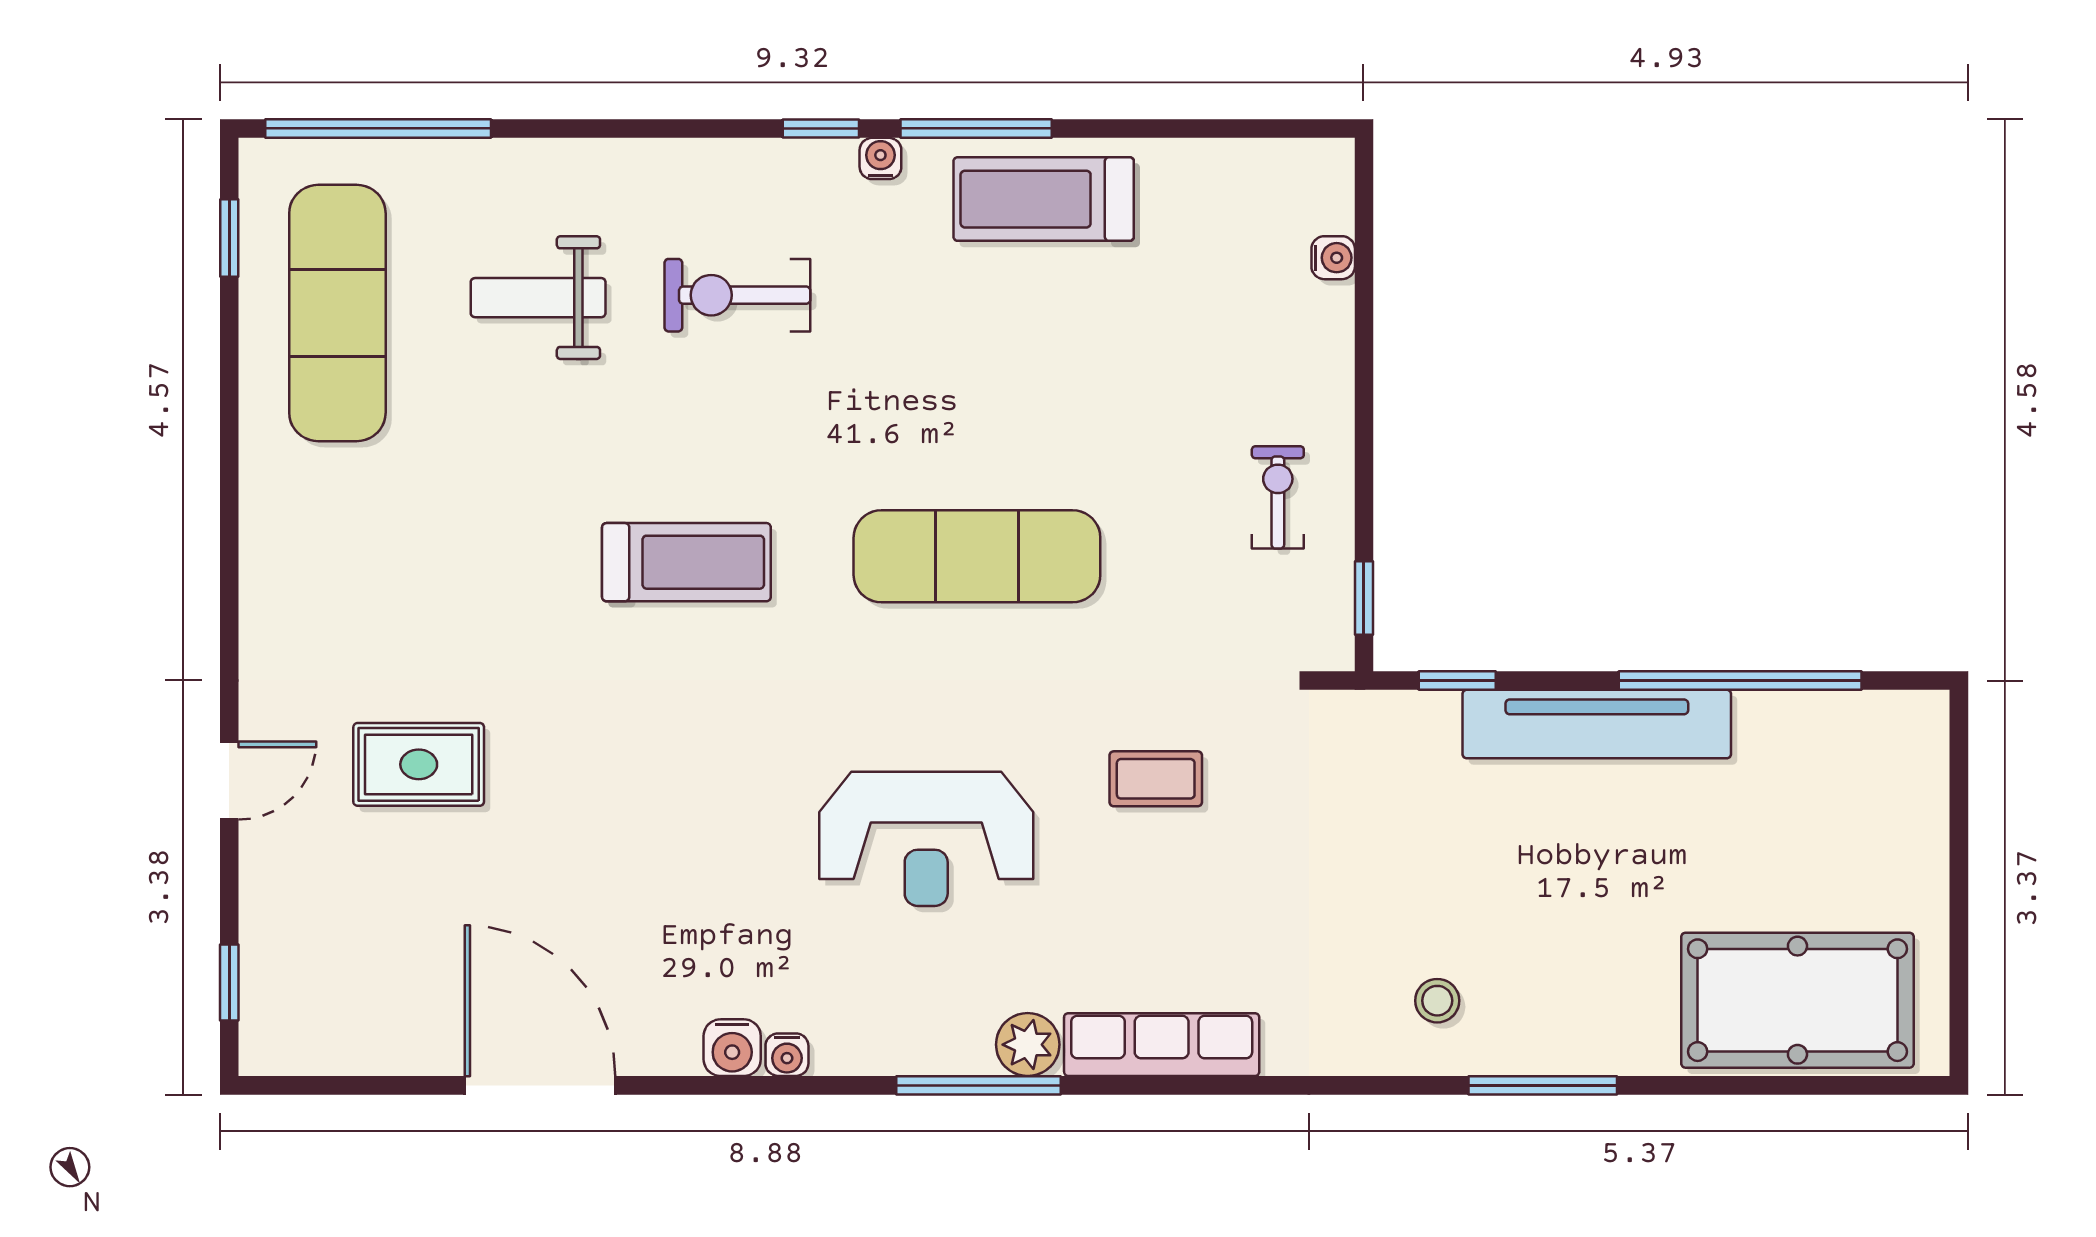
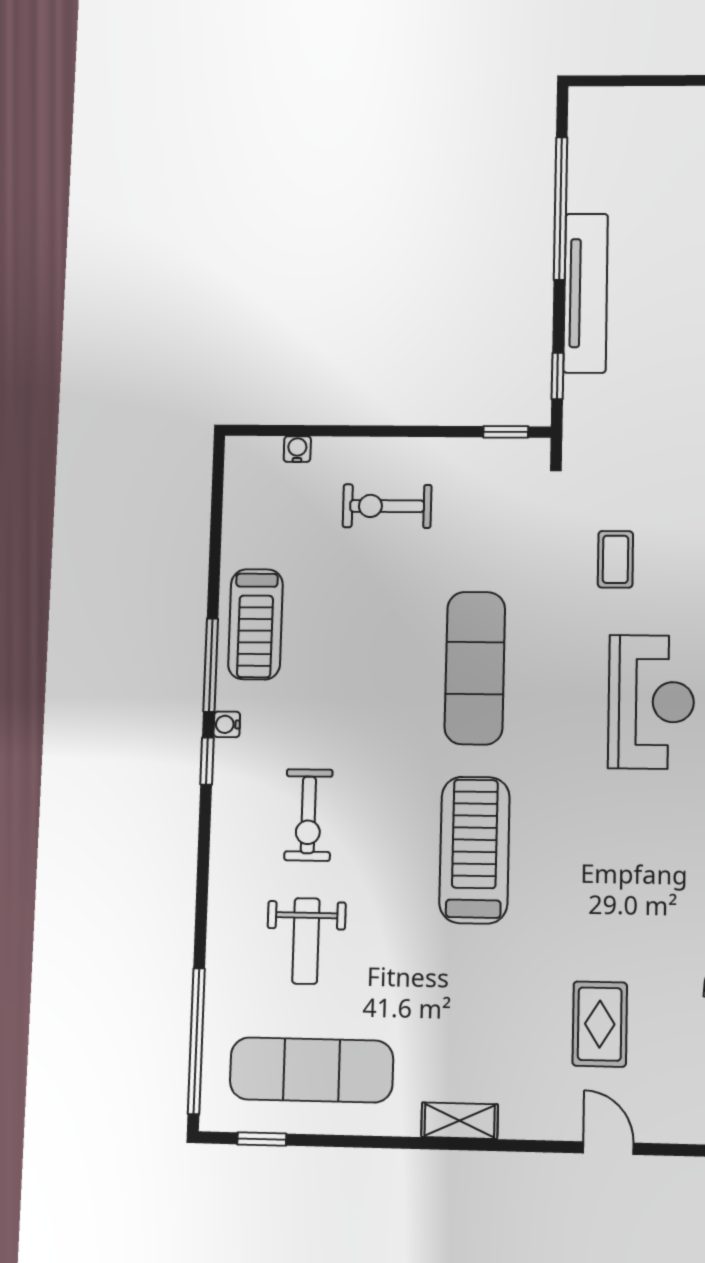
exercise bike: (1278, 497) -> (387, 506), moved, width x1.38, depth x1.39
shelving: (265, 548) -> (460, 1121), added
treadmill: (686, 562) -> (475, 850), width x1.37, depth x1.38

